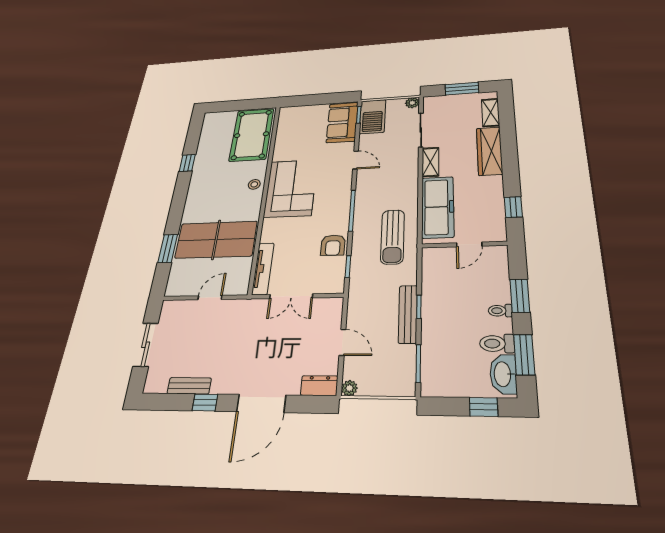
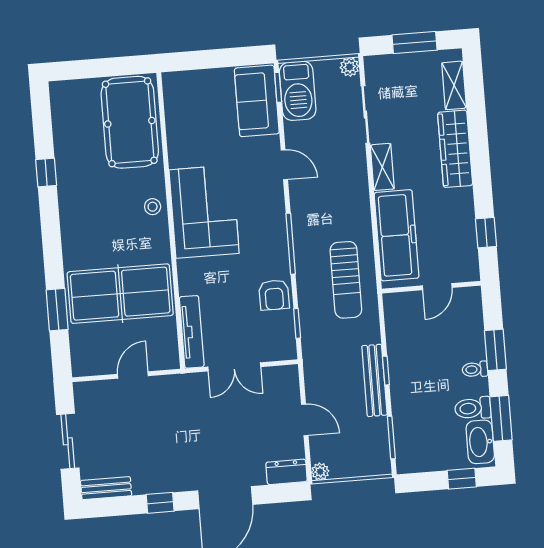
bench: (189, 386) -> (106, 488), moved

